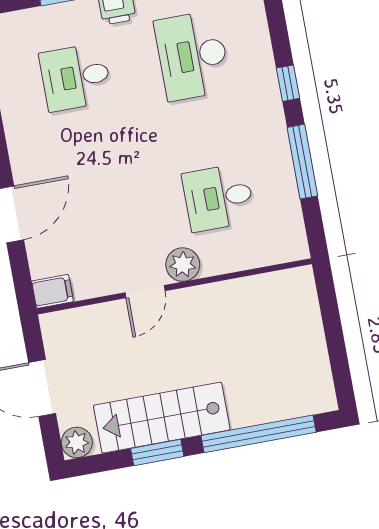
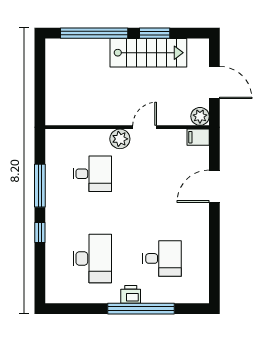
plant: (77, 442) -> (200, 116), moved

